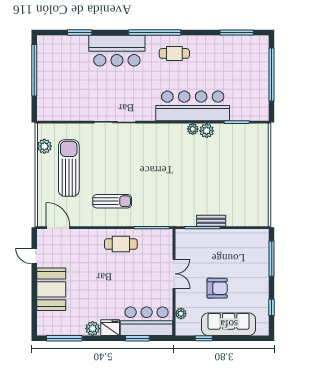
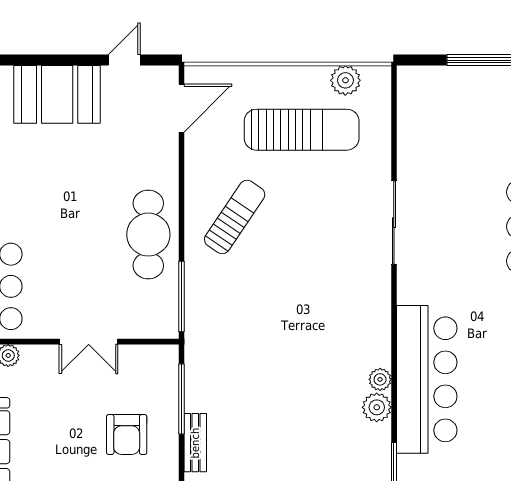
sun lounger: (112, 201) -> (235, 217), turned -146
bench: (211, 221) -> (195, 443), moved
cafe table: (121, 244) -> (148, 235), width x1.37, depth x1.35
armchair: (217, 288) -> (127, 435), moved

